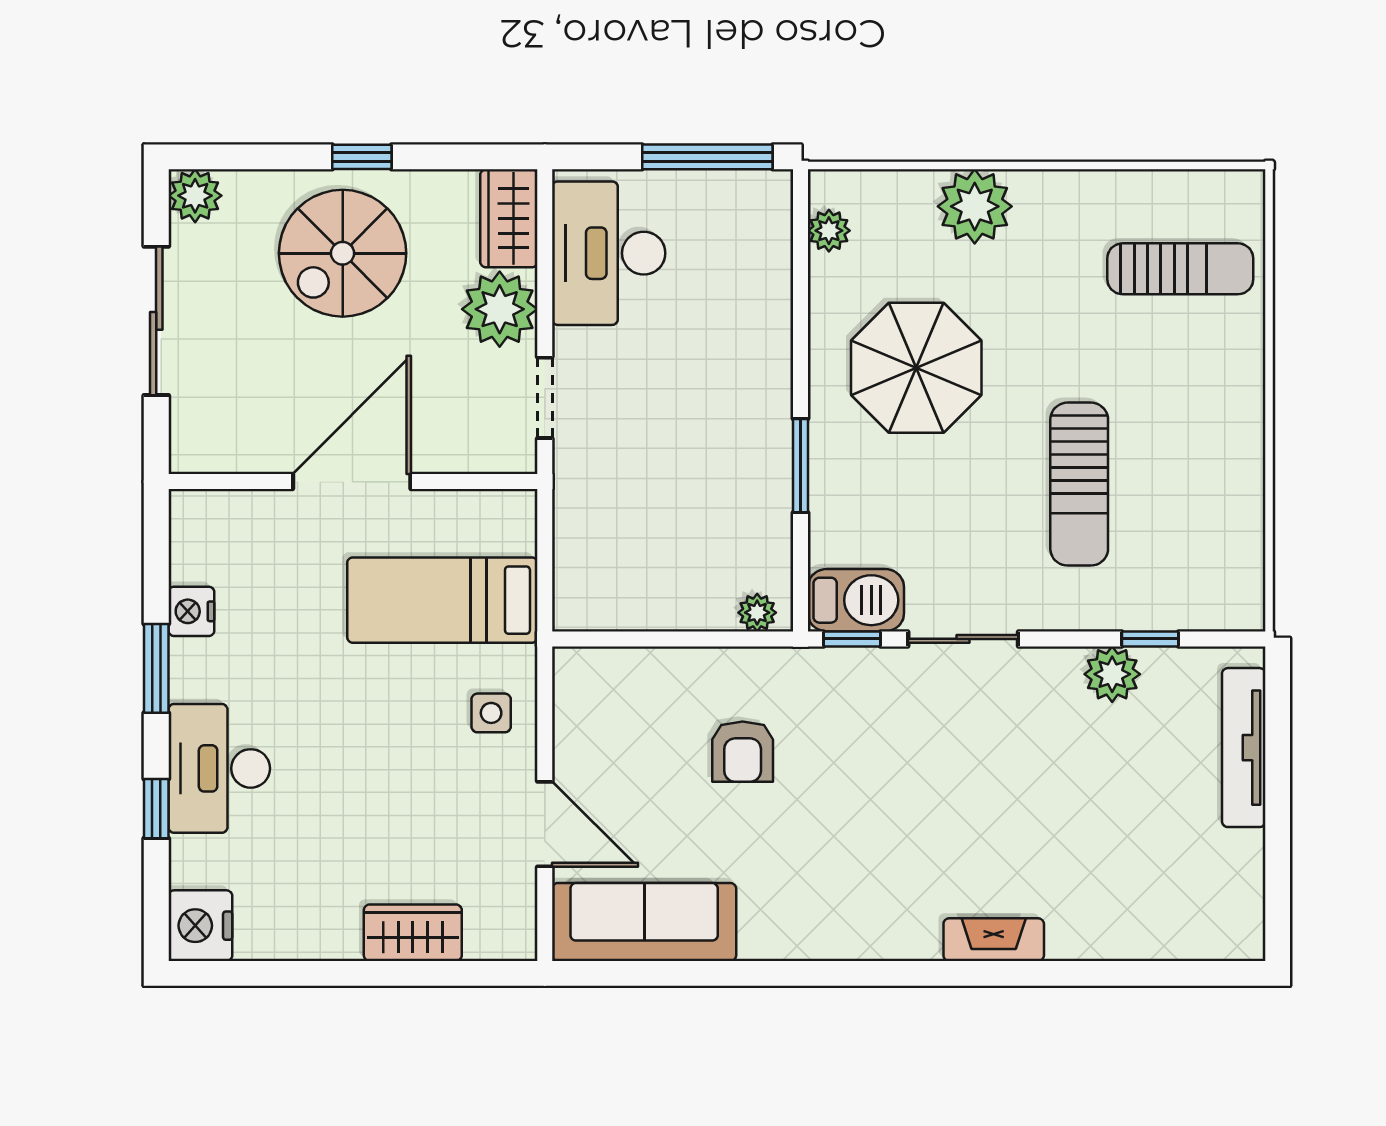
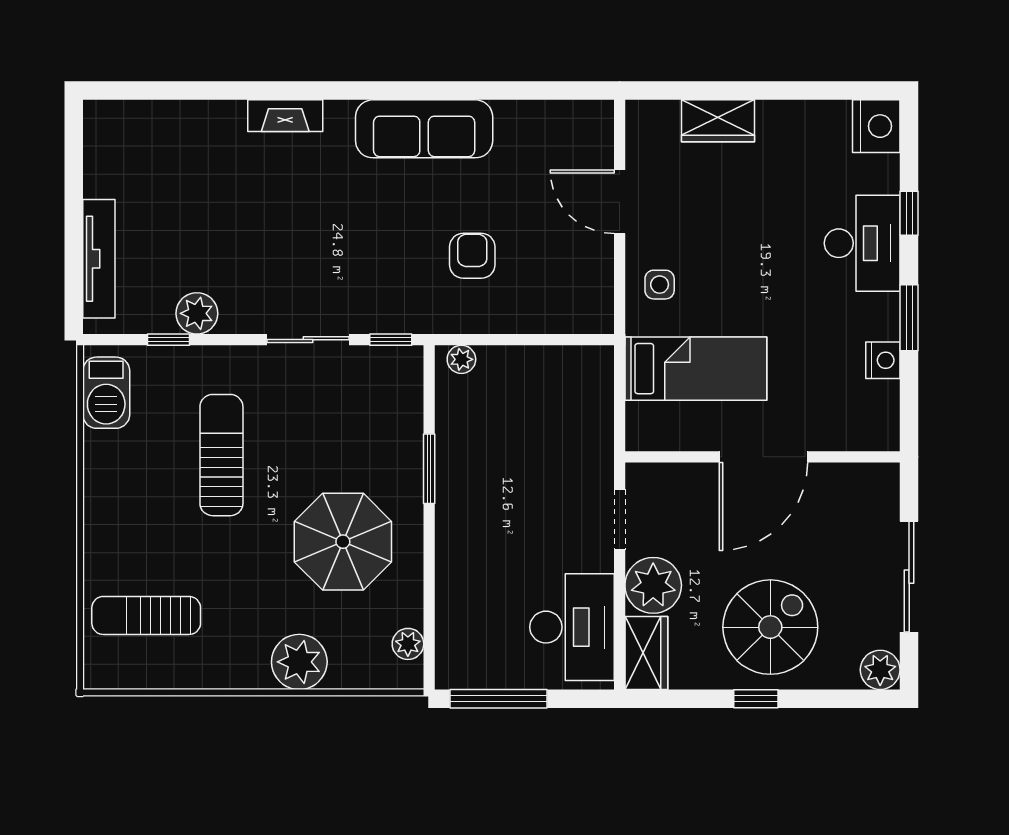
barbecue: (856, 600) -> (106, 393), moved, turned -90
sofa: (644, 922) -> (424, 129), moved

